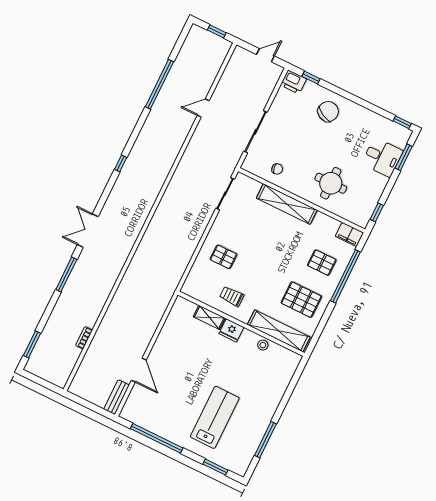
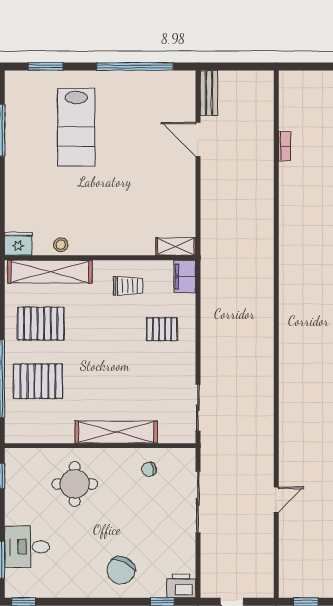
filing cabinet: (349, 234) -> (185, 277), moved, turned -90
pallet: (322, 263) -> (38, 381), width x1.50, depth x1.42
shelving: (209, 317) -> (176, 246), moved
fridge: (231, 330) -> (18, 244), moved

